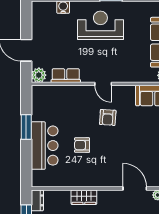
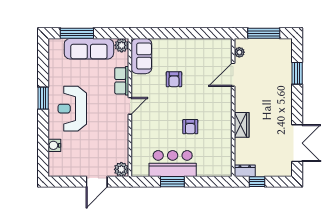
row of seats: (66, 76) -> (122, 81), moved
armchair: (108, 117) -> (174, 79), moved, turned 86
bar counter: (45, 146) -> (173, 164), moved

